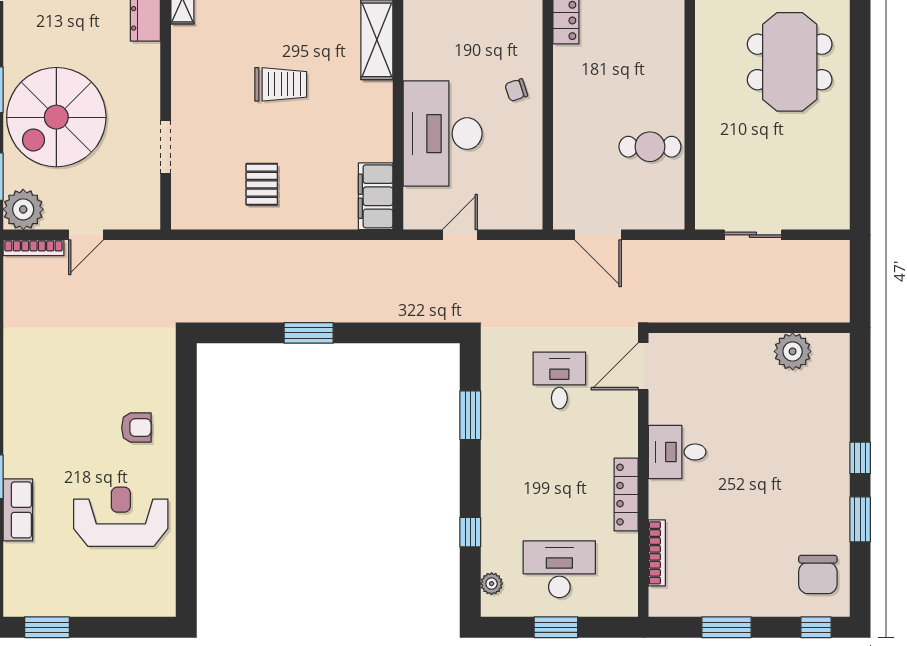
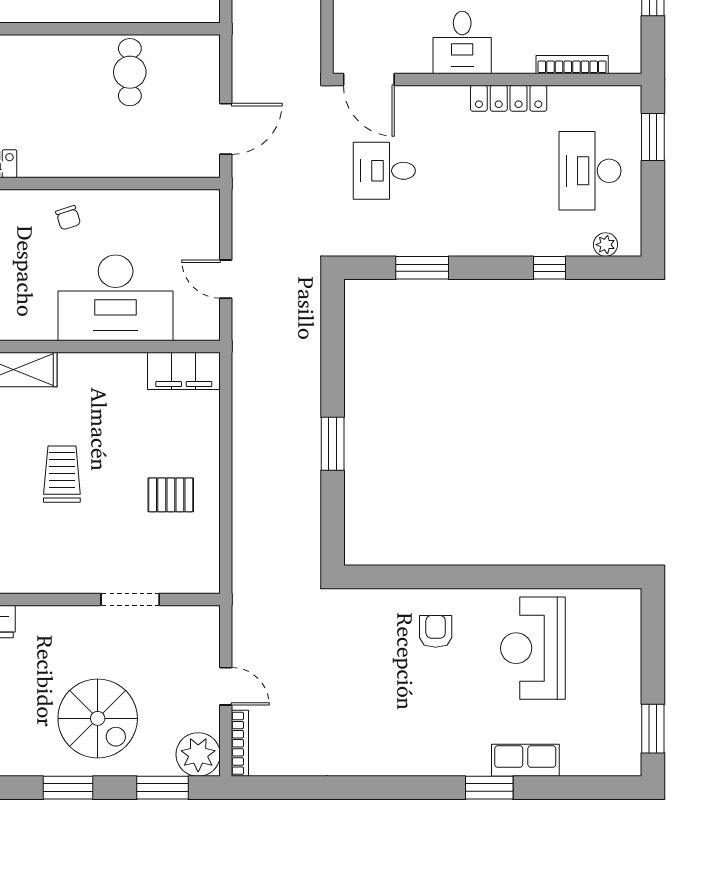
spiral stairs: (56, 117) -> (98, 718), width x0.73, depth x0.73
window: (556, 627) -> (653, 137), moved

